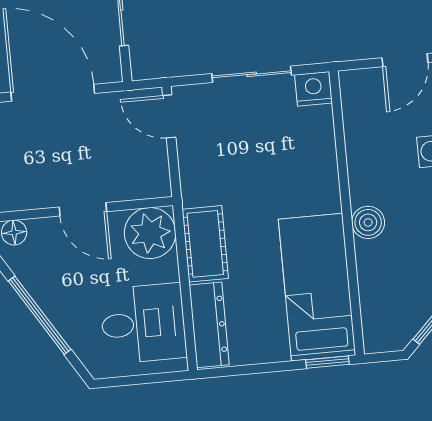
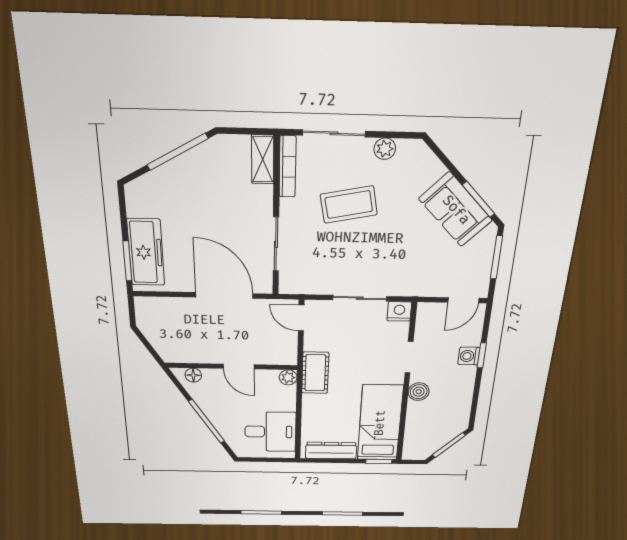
doorway: (342, 164) -> (409, 357), added
plant: (150, 233) -> (288, 377), width x0.53, depth x0.53
cot: (205, 244) -> (315, 373), moved
dresser: (209, 325) -> (331, 450), moved, turned -90

